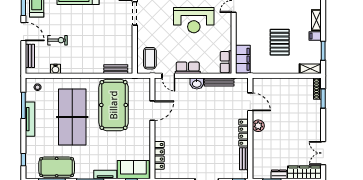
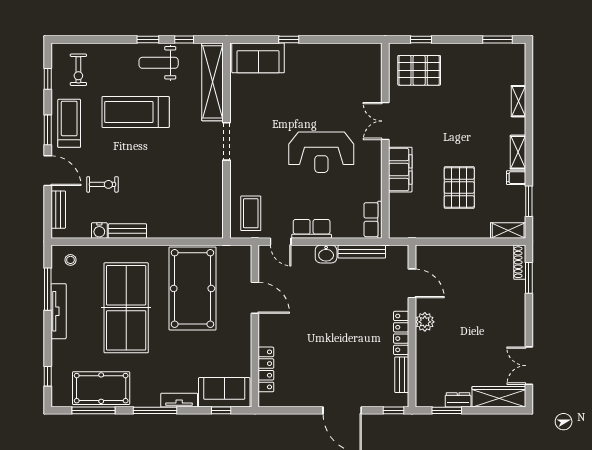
filing cabinet: (243, 59) -> (400, 170), moved
bench: (116, 69) -> (127, 231), moved
door: (152, 111) -> (255, 298), hinge flipped

